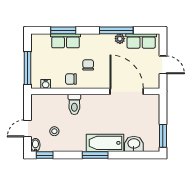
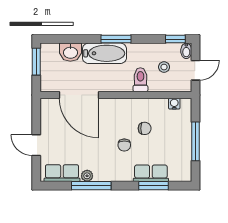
water cooler: (46, 84) -> (174, 104), moved
wall: (95, 91) -> (116, 95), moved
door: (127, 91) -> (79, 95), moved
toilet: (74, 104) -> (140, 80), moved

